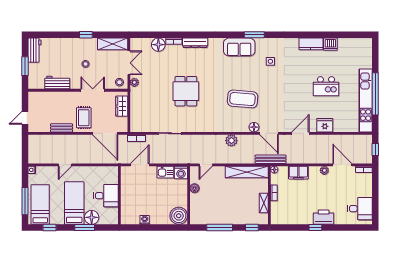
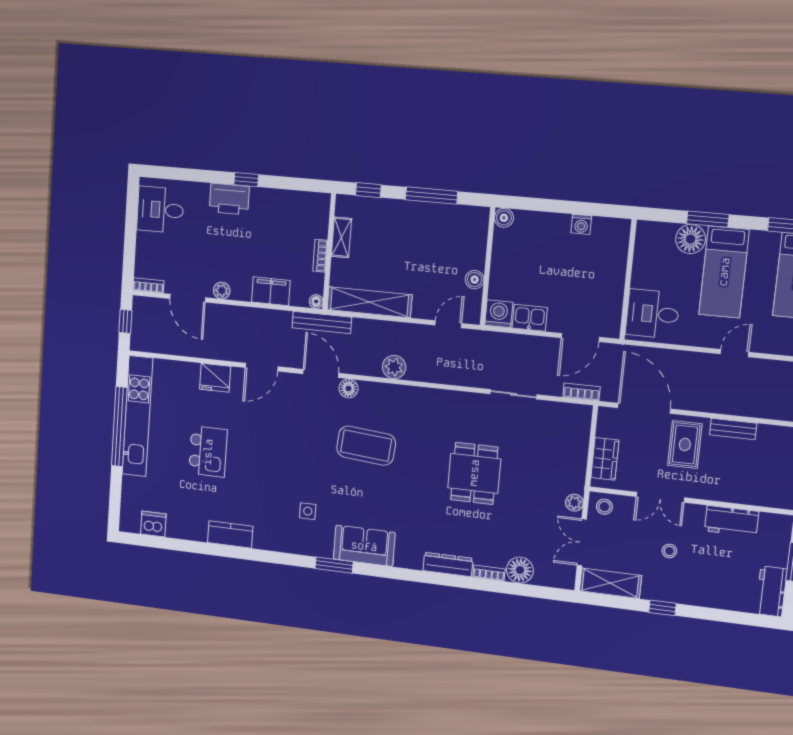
dishwasher: (330, 44) -> (153, 524), moved
kitchen island: (326, 86) -> (208, 452), turned 90
desk: (106, 196) -> (653, 314), moved
boiler: (179, 216) -> (504, 218), width x0.54, depth x0.54

